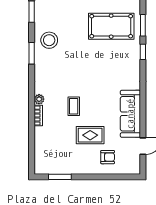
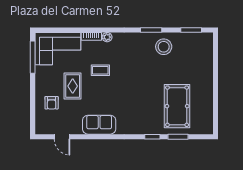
sofa: (130, 114) -> (99, 125), width x0.73
corner sofa: (51, 151) -> (58, 49), added
window: (60, 177) -> (33, 57), width x1.44

